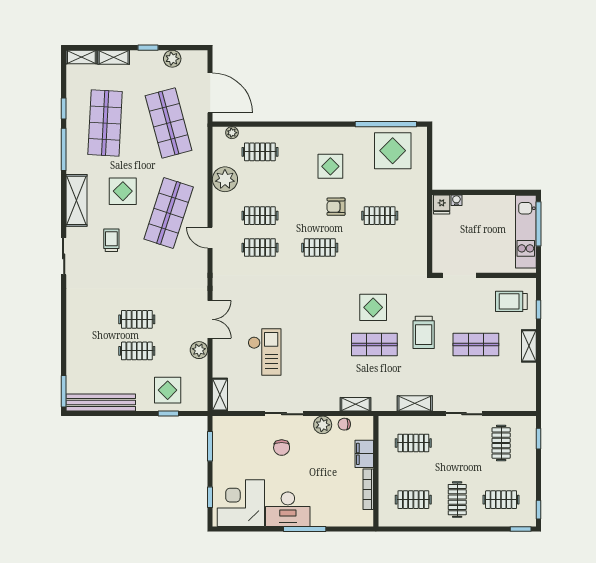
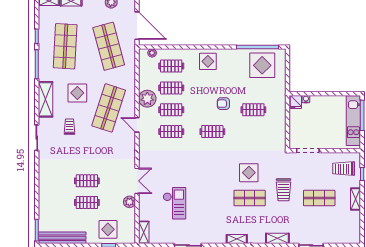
display table: (330, 166) -> (208, 61), moved
plant: (225, 179) -> (147, 99), moved
clothes rail: (260, 184) -> (171, 88), added

